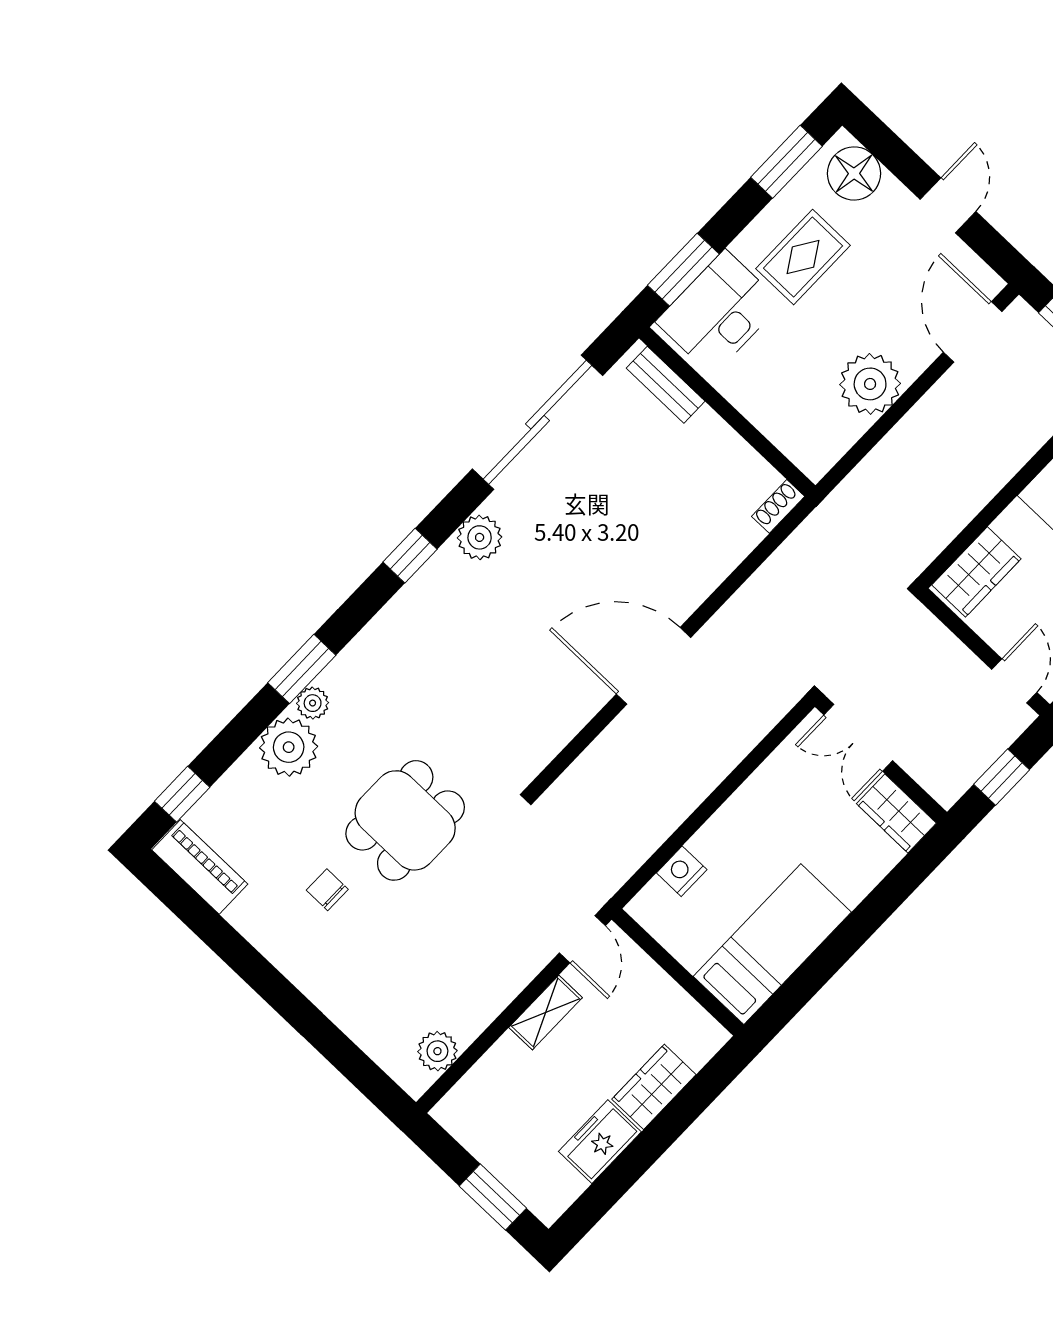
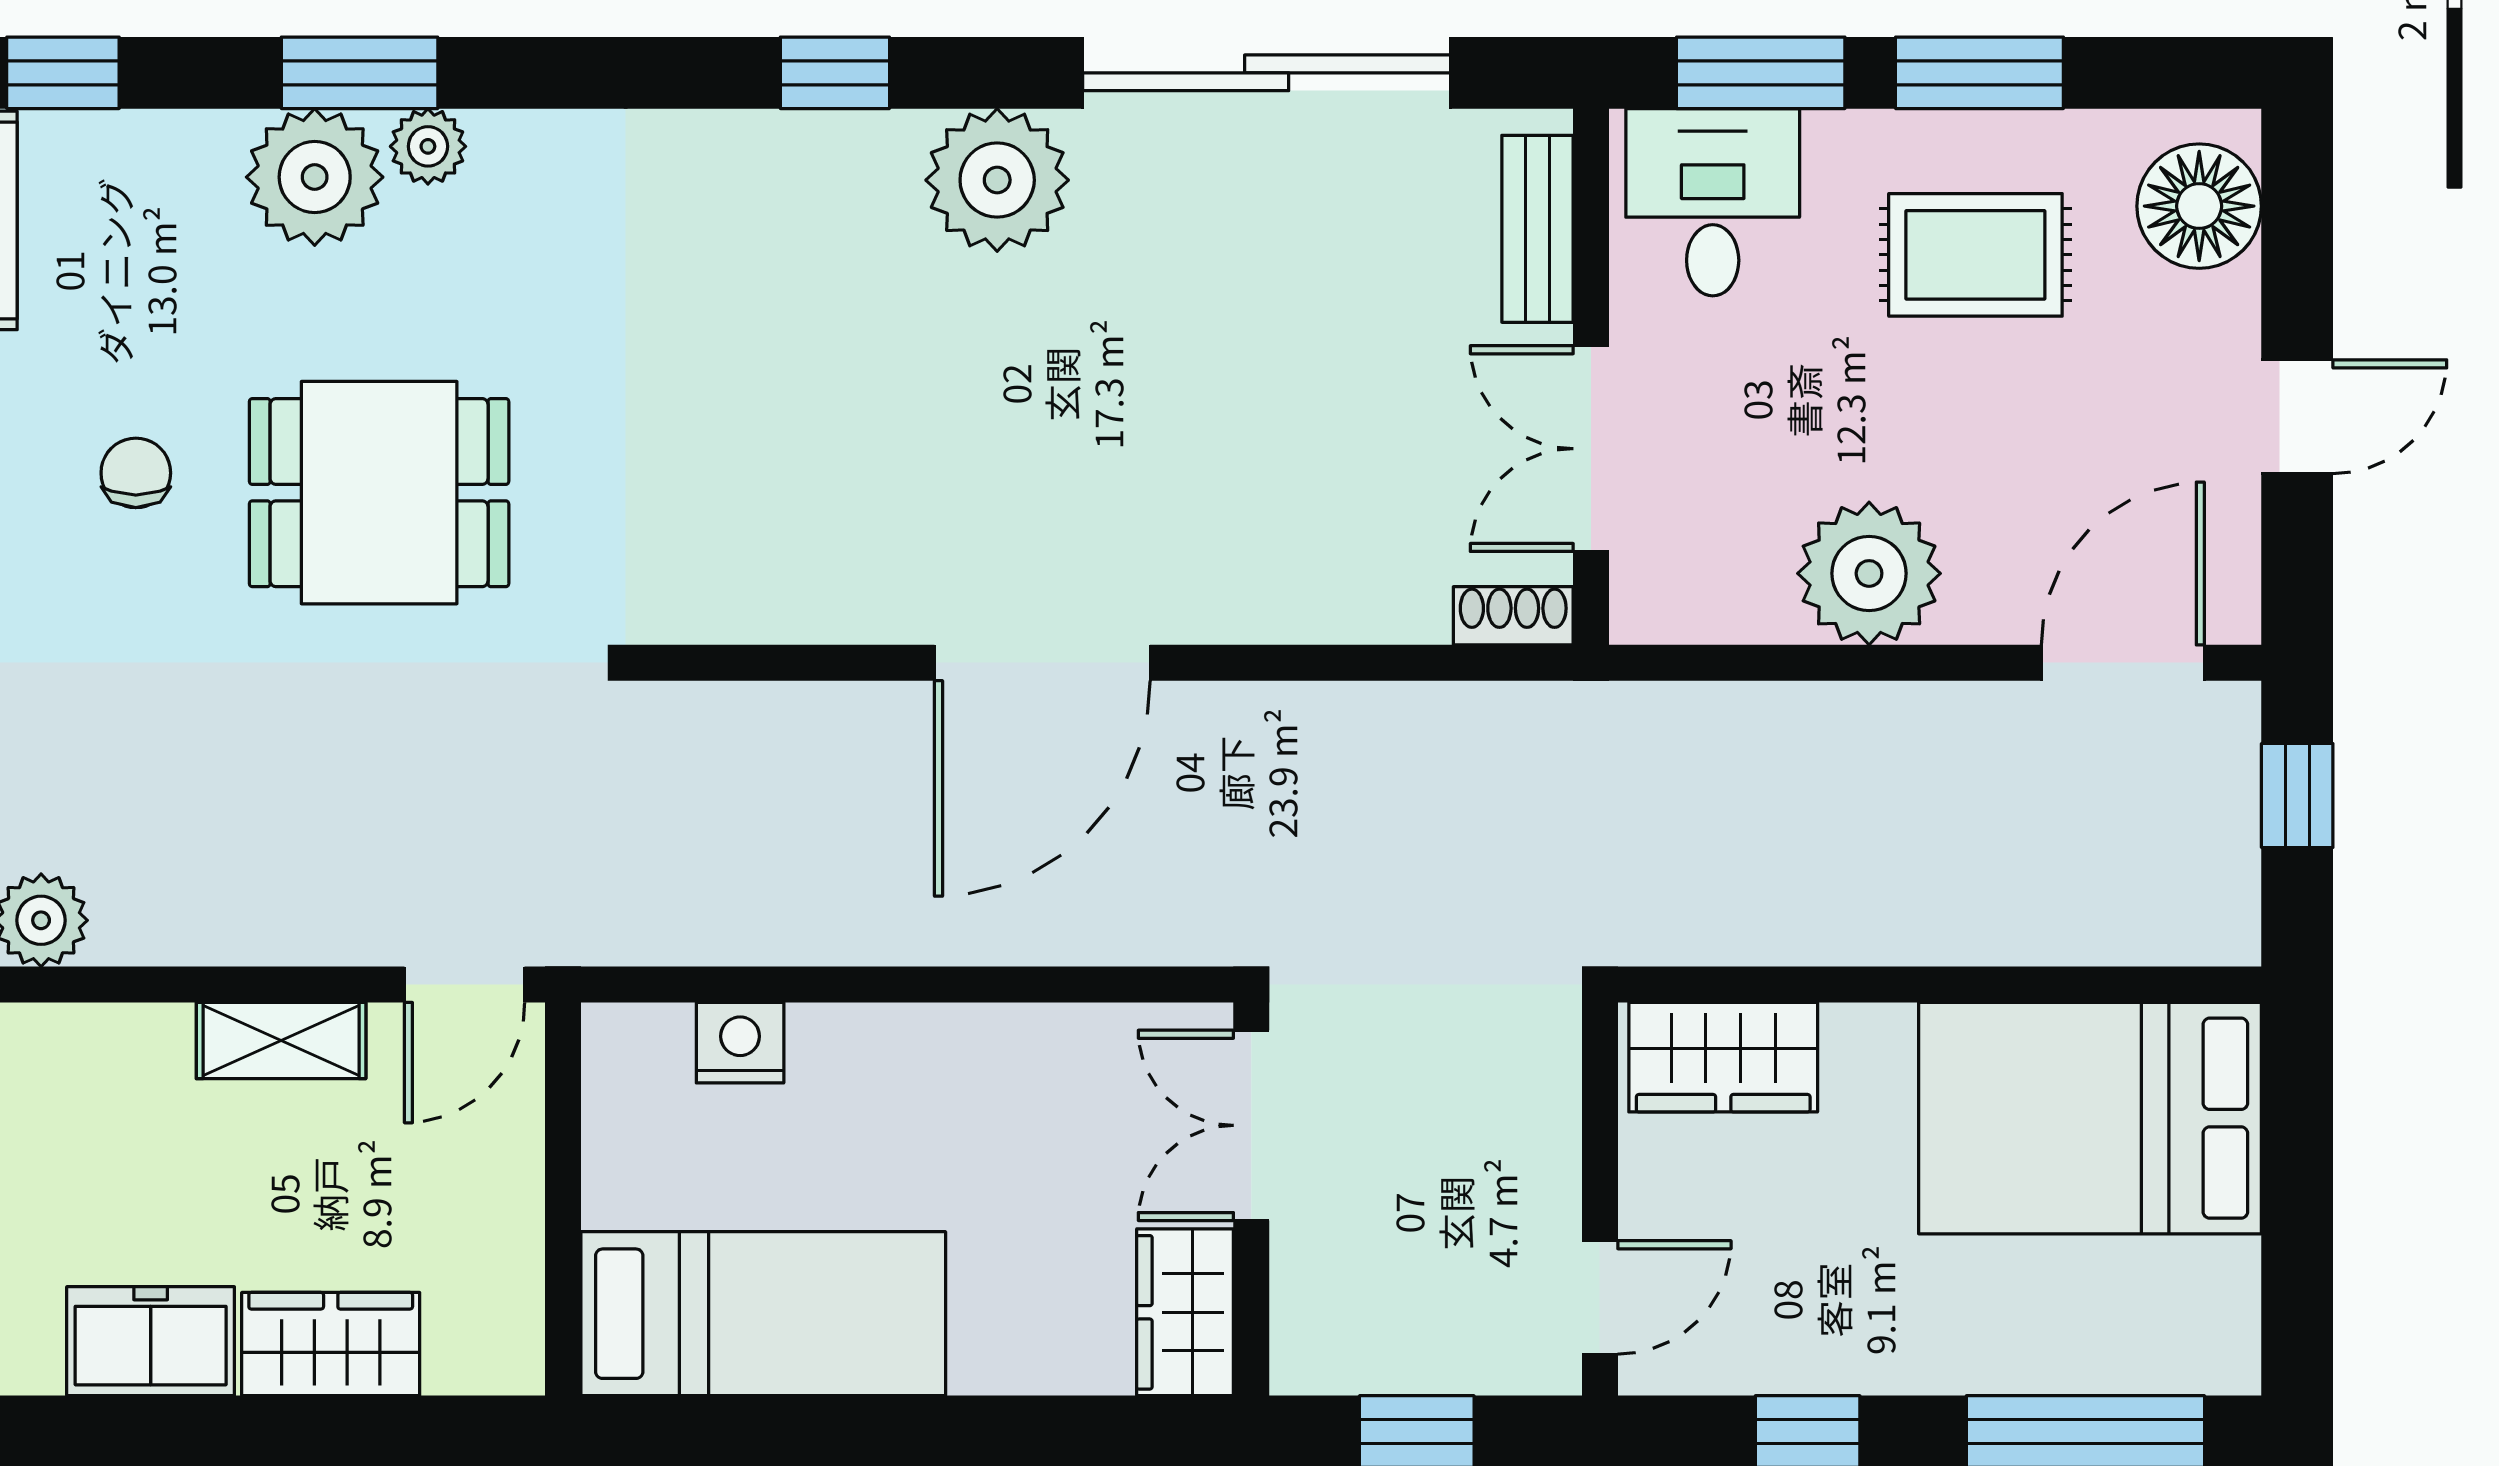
window: (786, 162) -> (1979, 73), moved
desk: (719, 313) -> (1713, 202), width x0.73
double door: (749, 433) -> (1591, 449), added
plant: (480, 537) -> (997, 180), width x1.36, depth x1.36
door: (654, 666) -> (1042, 663), swing flipped
window: (302, 669) -> (360, 73), moved

